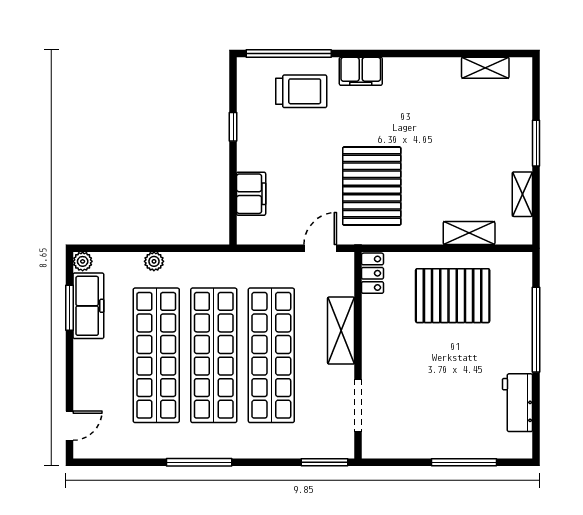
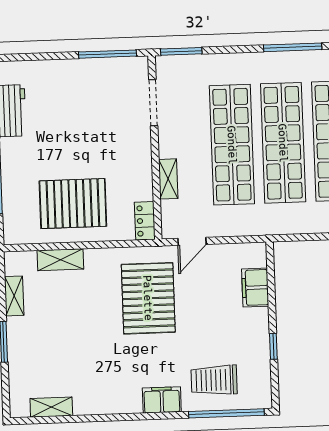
shelving: (341, 331) -> (168, 179), width x0.67, depth x0.75
window: (464, 462) -> (107, 54), moved

